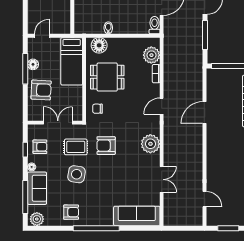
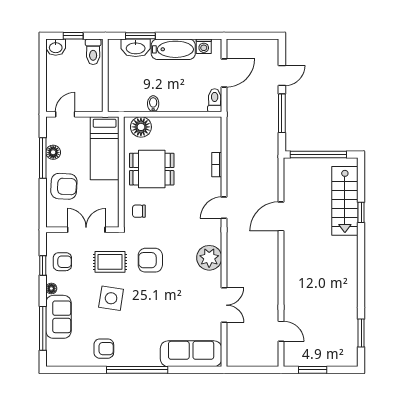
plant: (151, 55) -> (211, 140), removed
plant: (37, 219) -> (58, 358), removed

